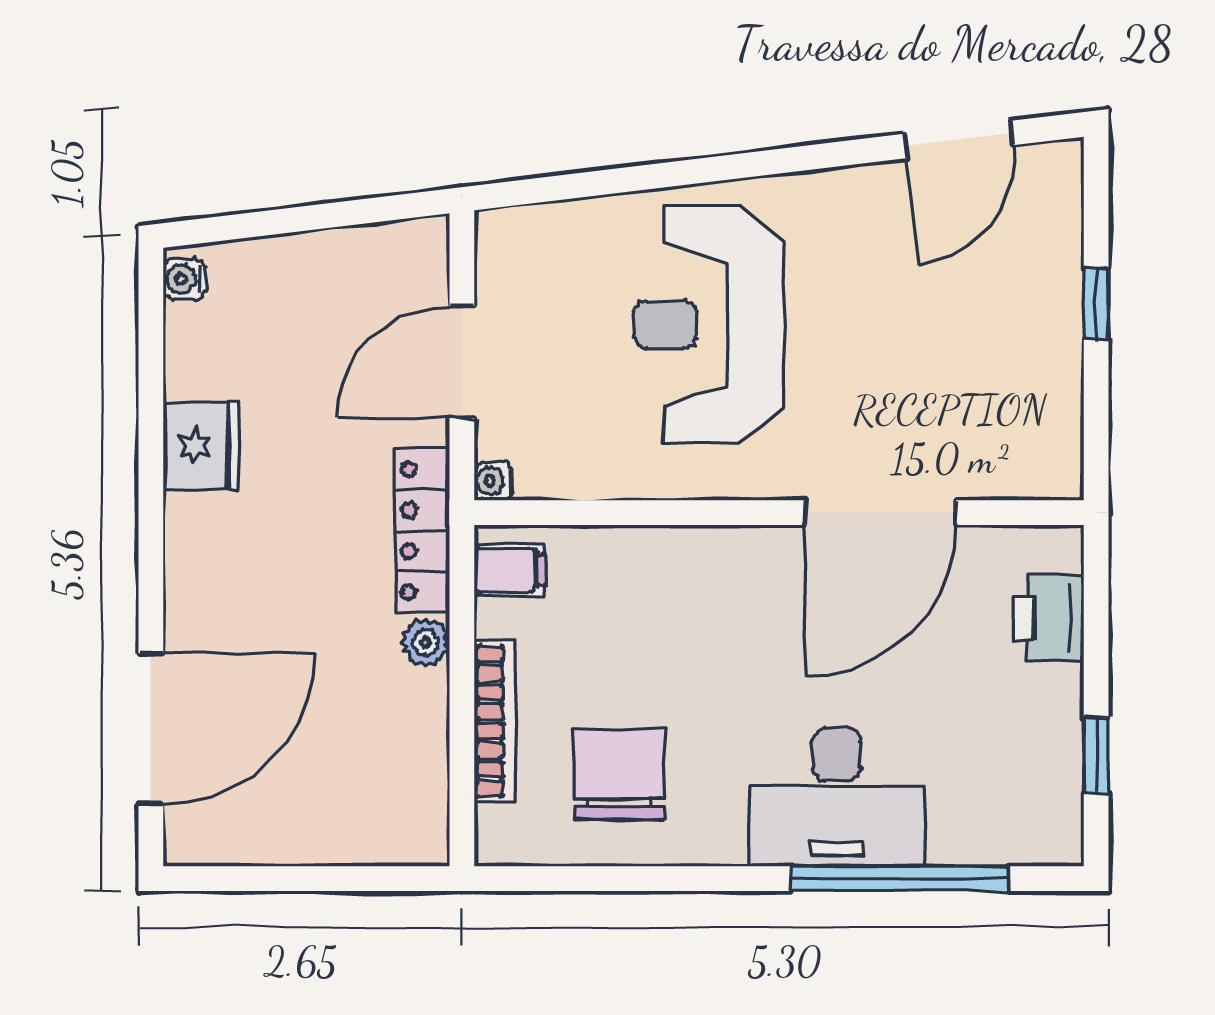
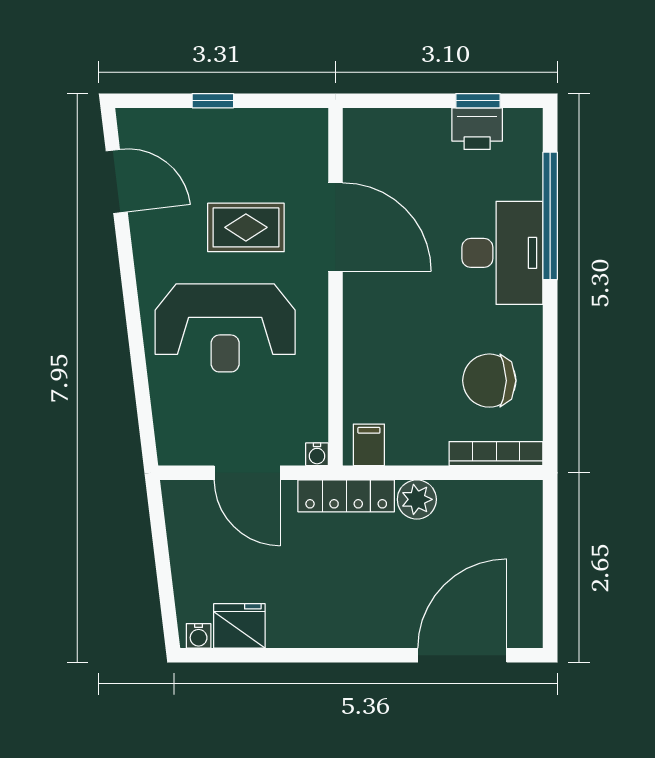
rug: (880, 360) -> (246, 227), added
fridge: (201, 446) -> (239, 626), moved
printer: (1048, 618) -> (477, 129), moved
plant: (425, 642) -> (417, 499), width x1.38, depth x1.38
bookcase: (495, 721) -> (496, 454), moved
door: (151, 729) -> (462, 655), hinge flipped

